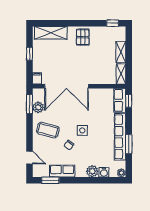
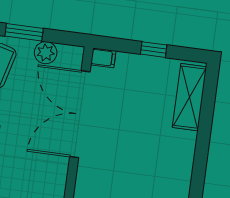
pallet: (83, 37) -> (172, 159), removed
window: (29, 104) -> (24, 32), moved

